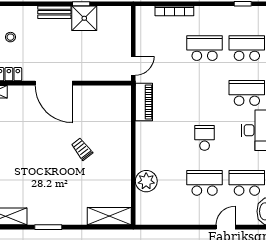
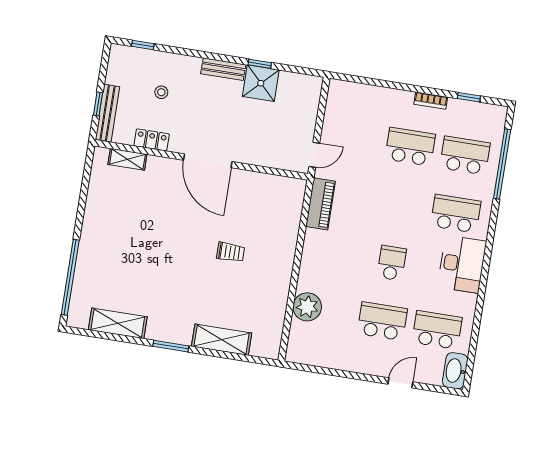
bookcase: (174, 11) -> (431, 101), moved, width x0.64
trolley: (82, 149) -> (231, 252), turned 128
shelving: (109, 216) -> (222, 340), moved

